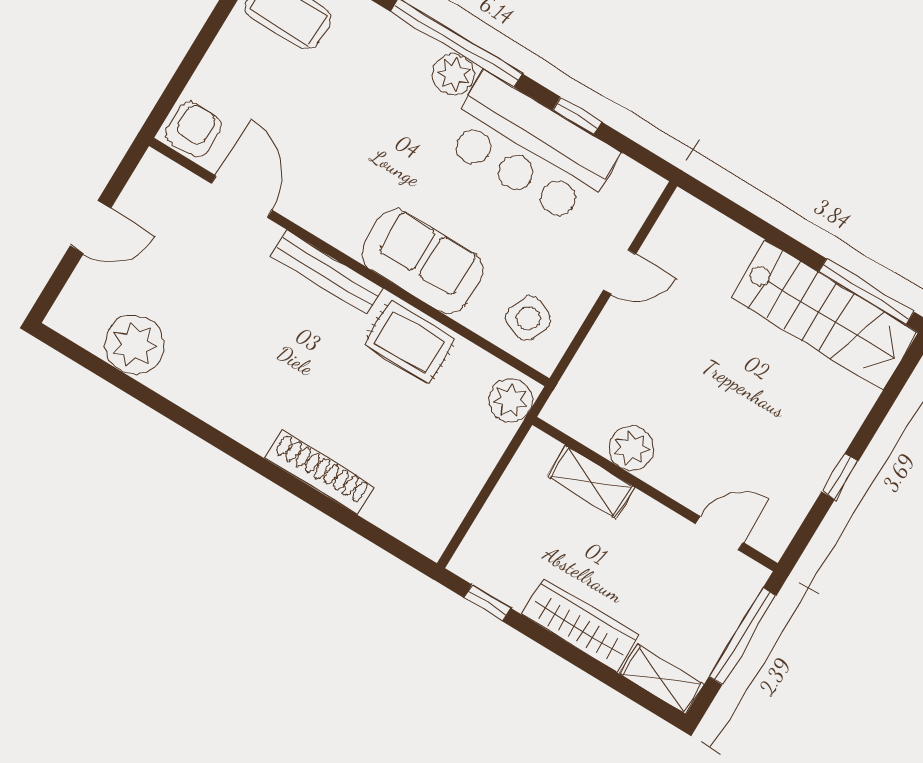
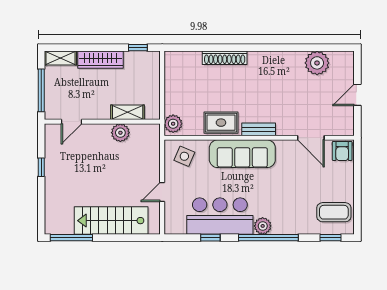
sofa: (423, 261) -> (242, 154), width x1.36
bench: (327, 272) -> (259, 129), width x0.73
stairs: (824, 315) -> (111, 221), moved

